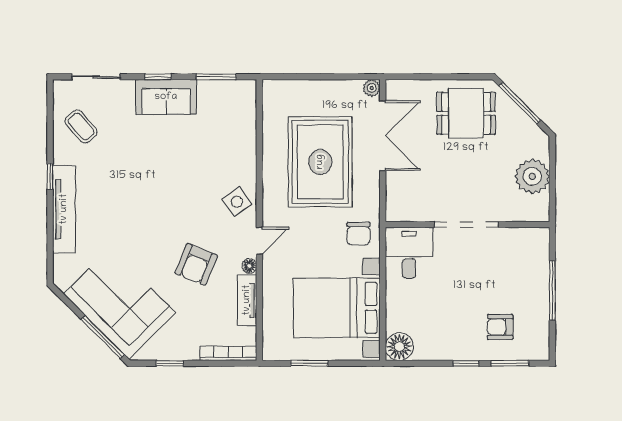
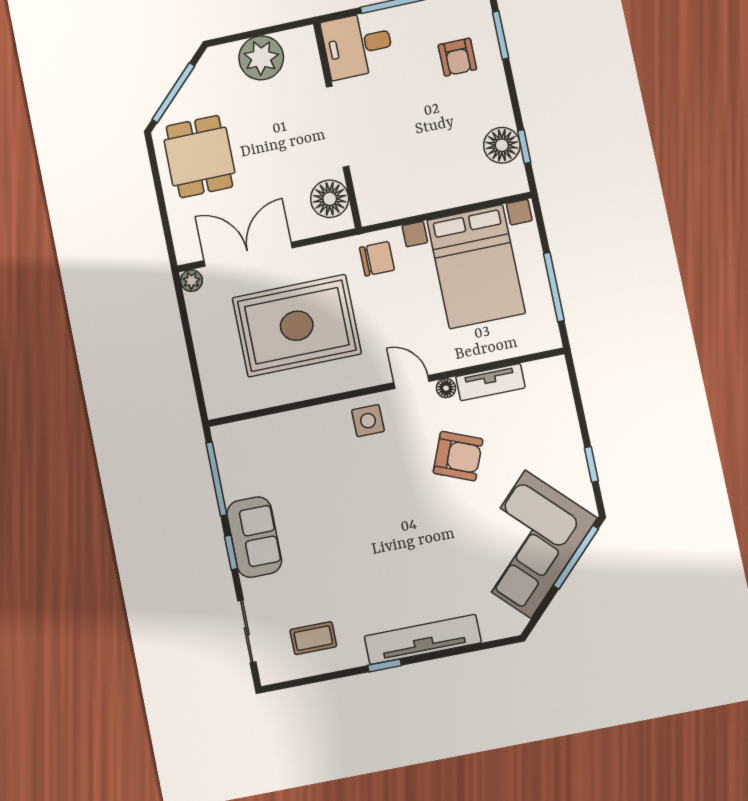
window: (216, 77) -> (216, 479), width x1.44
coffee table: (81, 127) -> (313, 638), turned 41
side table: (237, 202) -> (368, 421), turned 35
floor lamp: (412, 207) -> (330, 199), added
desk: (409, 253) -> (358, 45), moved
floor lamp: (399, 347) -> (502, 145), moved
bookcase: (228, 353) -> (563, 392), removed
window: (309, 363) -> (554, 287), width x1.44
window: (466, 363) -> (524, 147), moved

